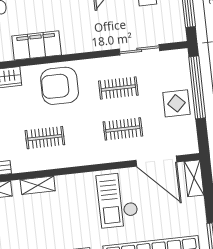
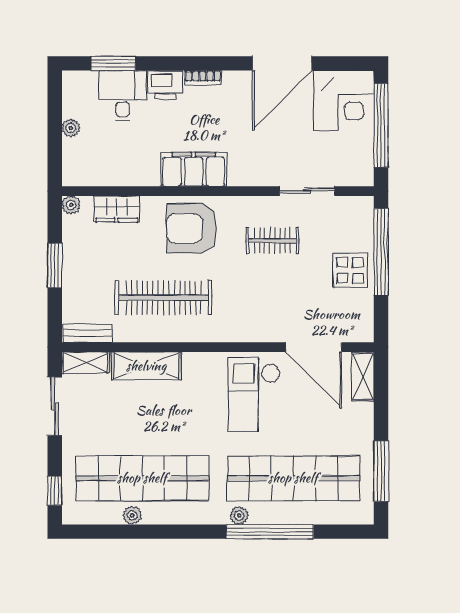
filing cabinet: (37, 45) -> (194, 169), moved
clothes rail: (123, 129) -> (272, 298), removed
clothes rail: (45, 138) -> (163, 298), width x1.86, depth x1.31
shelving: (38, 185) -> (146, 366), width x1.50, depth x1.33

